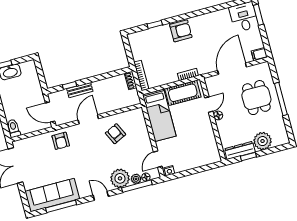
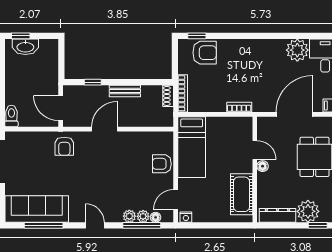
plant: (221, 19) -> (297, 50), added
window: (155, 24) -> (197, 36), moved
armchair: (181, 31) -> (205, 53), moved
bench: (80, 90) -> (125, 91), moved
cot: (183, 93) -> (242, 194), moved, turned 90
door: (209, 105) -> (255, 150), hinge flipped
armchair: (116, 134) -> (162, 164), moved, turned -64
window: (248, 157) -> (318, 225), moved
plant: (120, 178) -> (129, 216), width x0.53, depth x0.53

